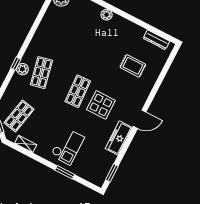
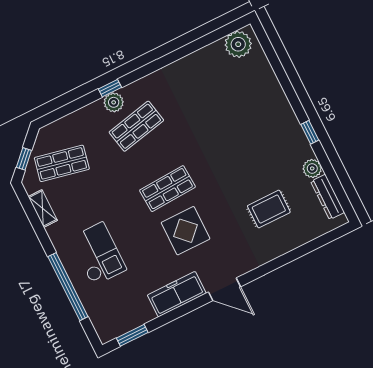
plant: (107, 15) -> (312, 168), moved
window: (126, 15) -> (310, 132), added
rug: (133, 66) -> (269, 209), turned 90
checkout: (68, 146) -> (98, 254), turned -90
window: (65, 172) -> (68, 287), width x2.11

